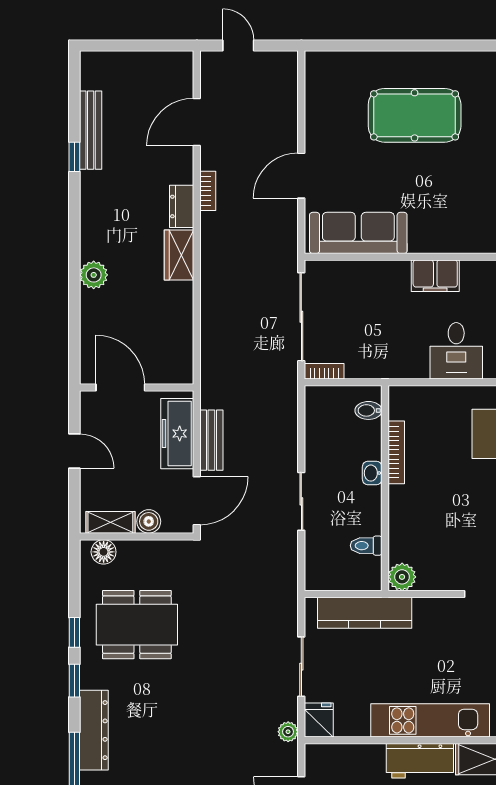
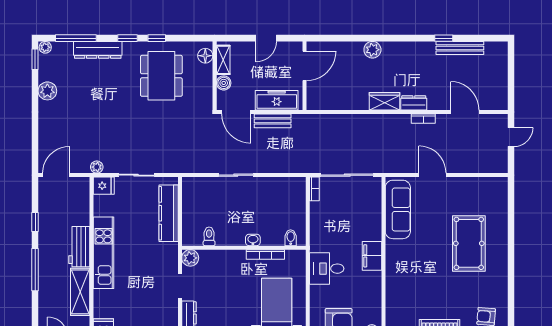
bidet: (368, 410) -> (291, 238), moved
bookcase: (396, 452) -> (265, 254), moved
washbasin: (372, 473) -> (253, 240), moved
wall: (385, 488) -> (244, 248), moved
toilet: (366, 546) -> (209, 236), moved
plant: (402, 577) -> (190, 258), moved

